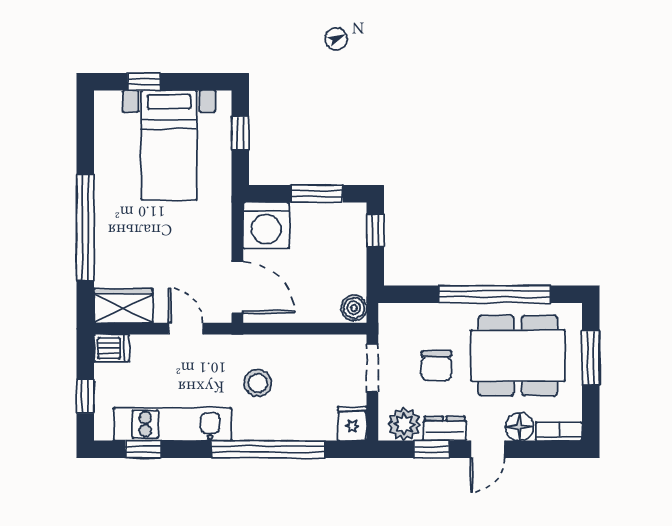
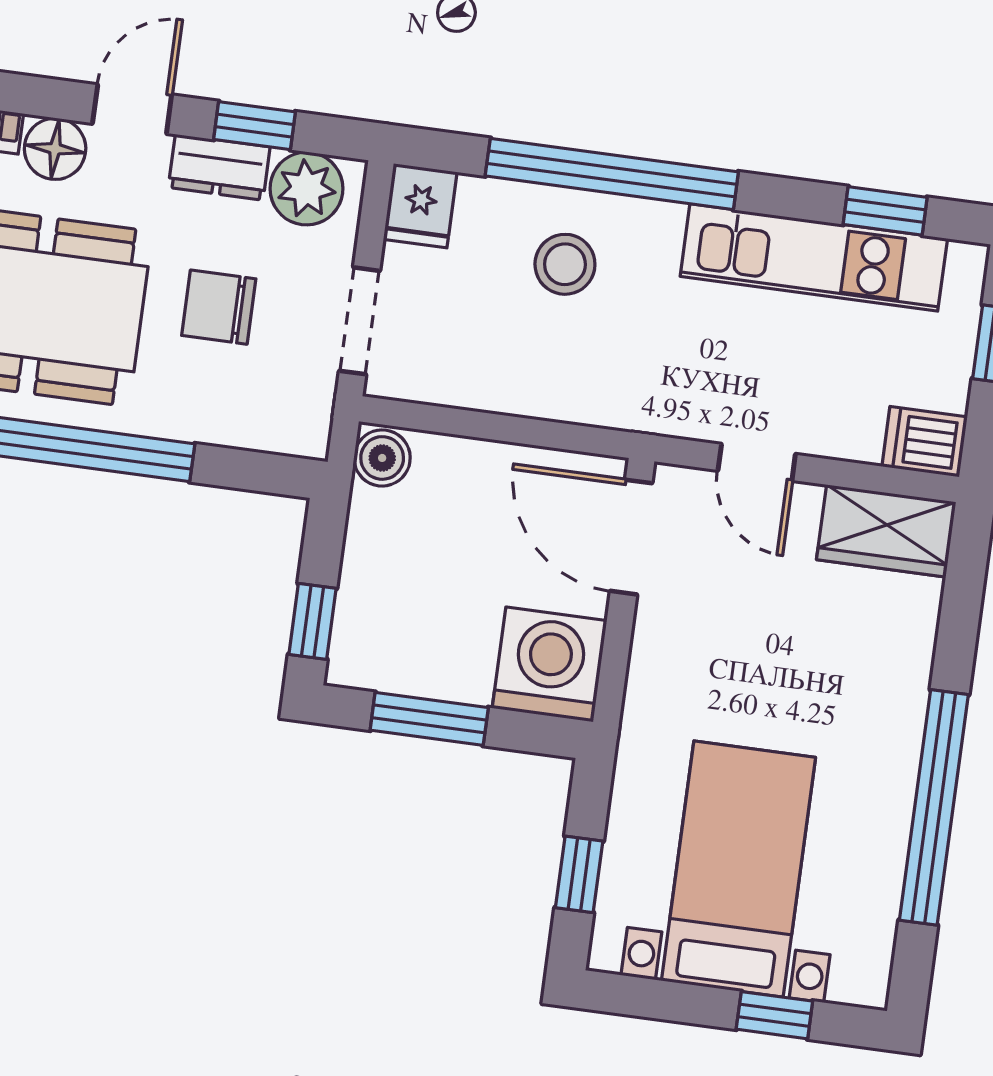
window: (85, 227) -> (934, 807), moved
chair: (436, 366) -> (219, 307), turned -90
stool: (258, 383) -> (565, 264), moved

